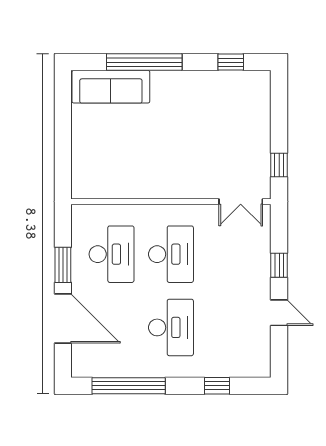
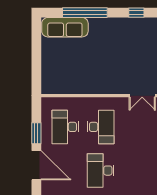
desk: (111, 254) -> (65, 127), turned 180
desk: (171, 327) -> (101, 171), turned 180

